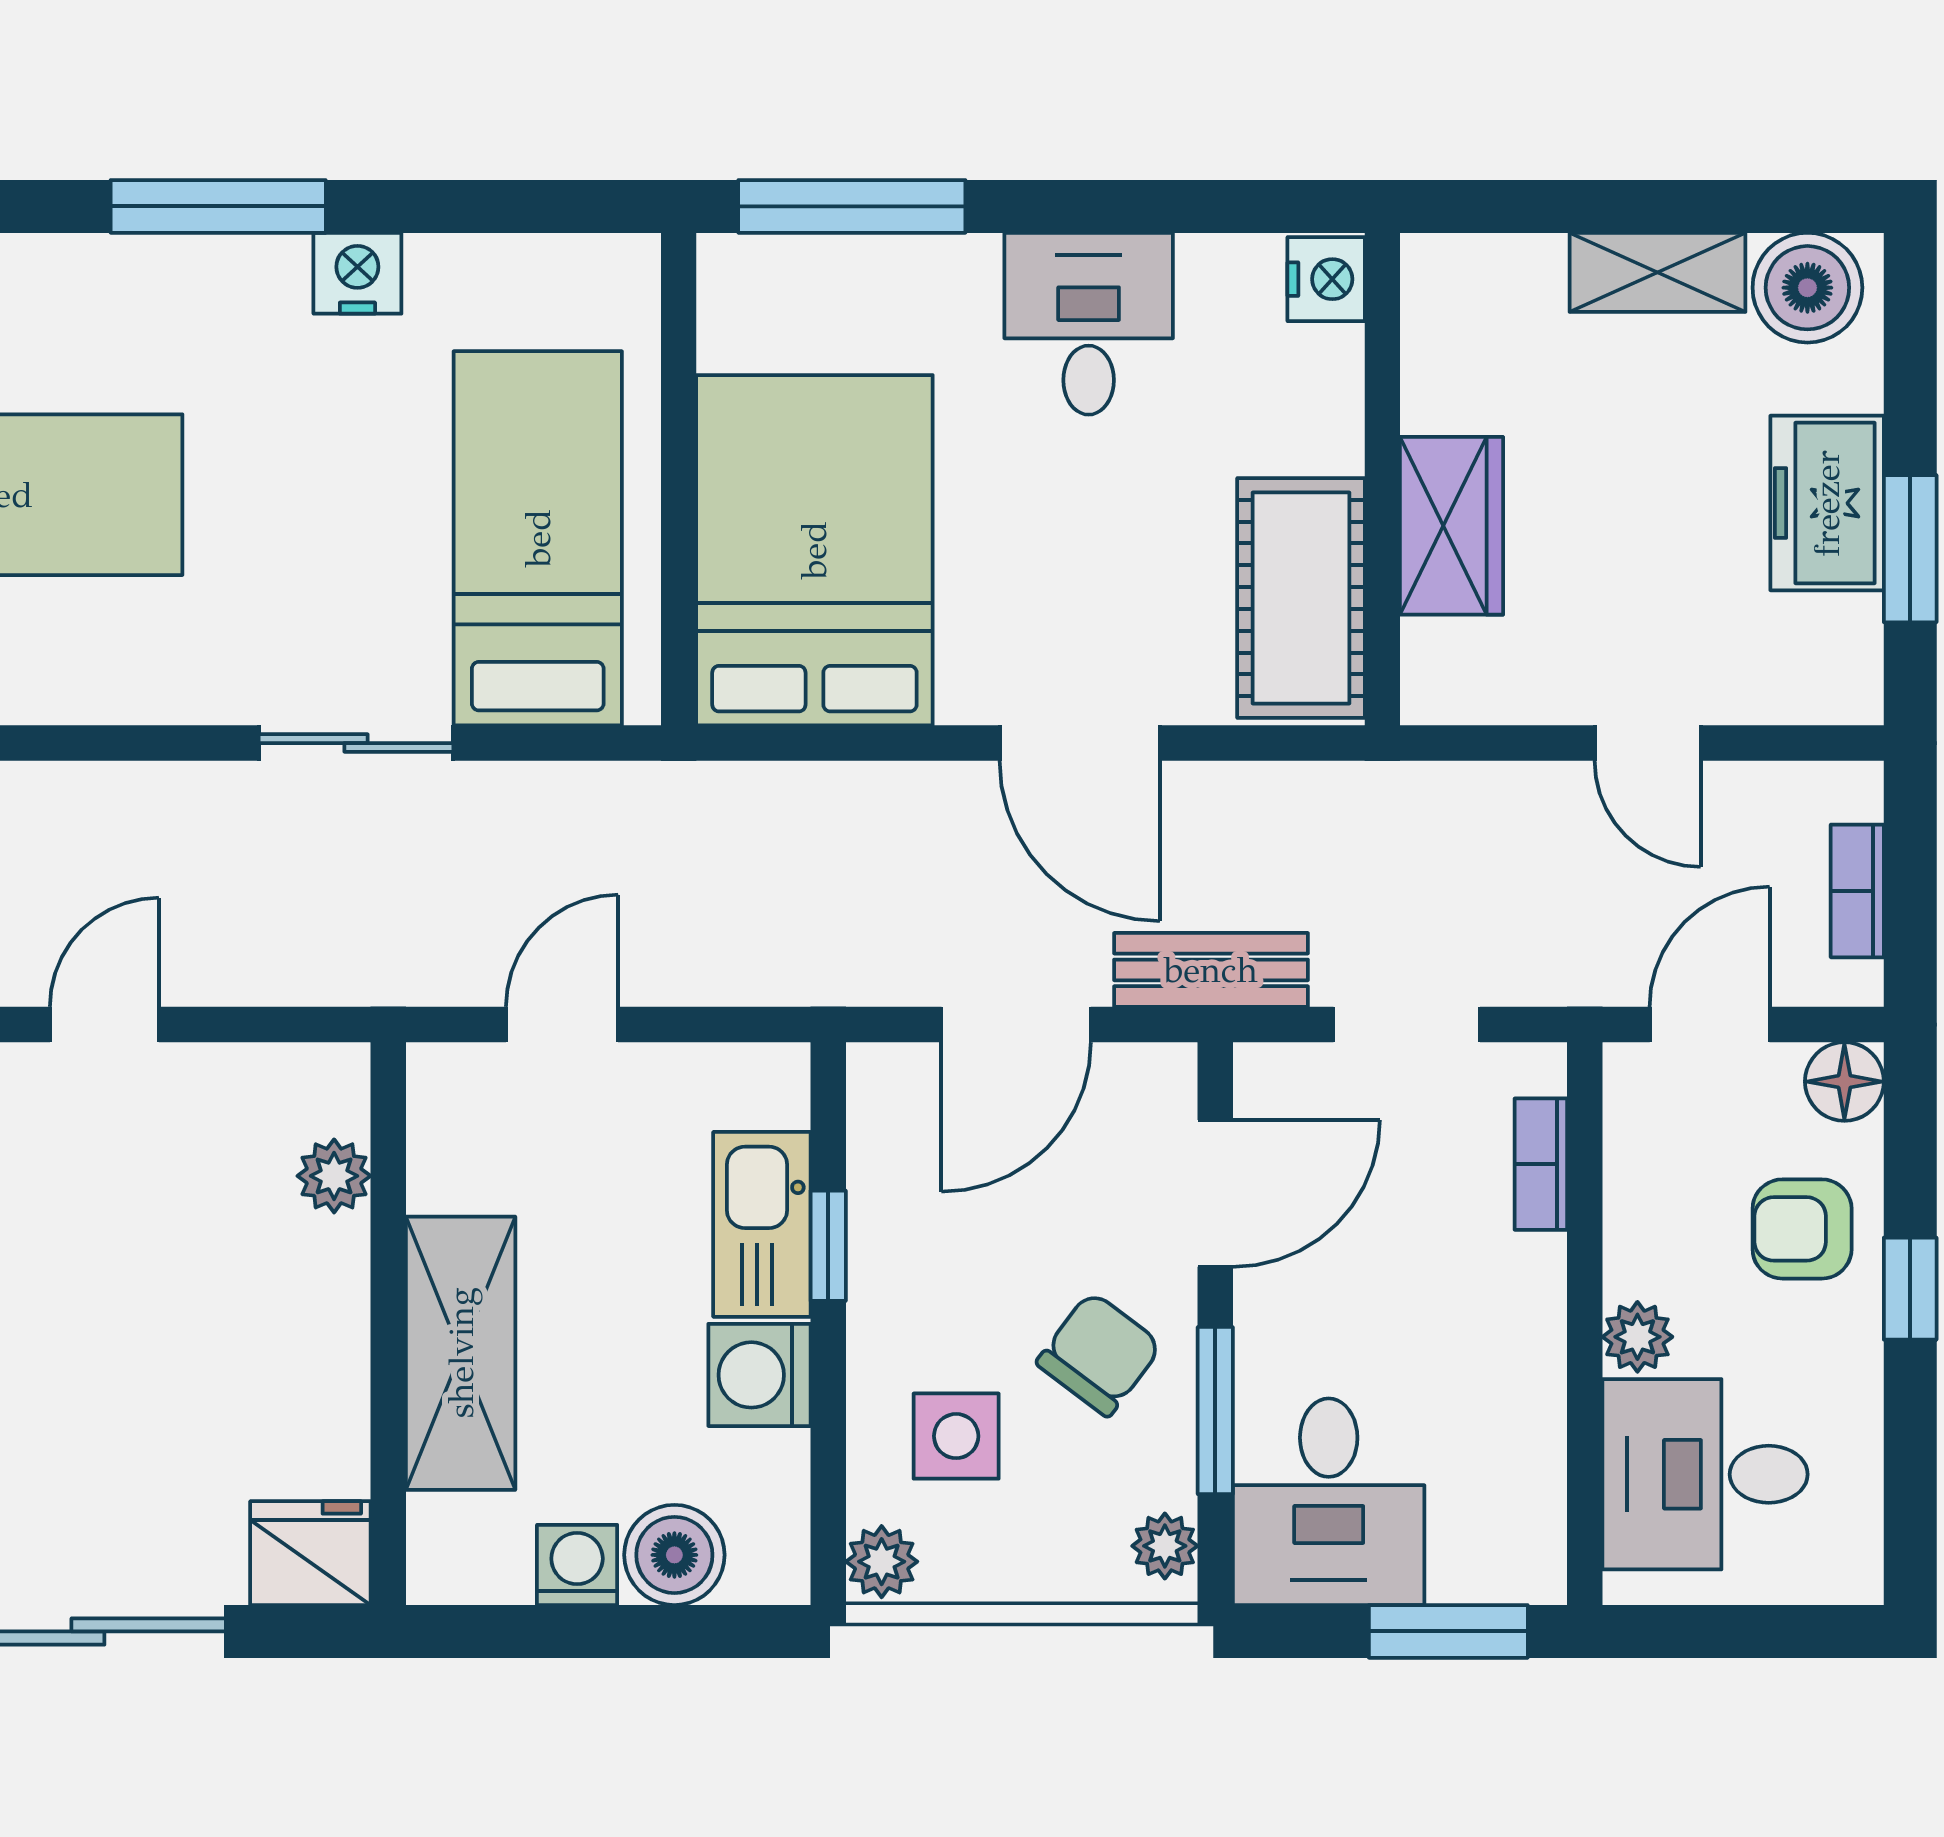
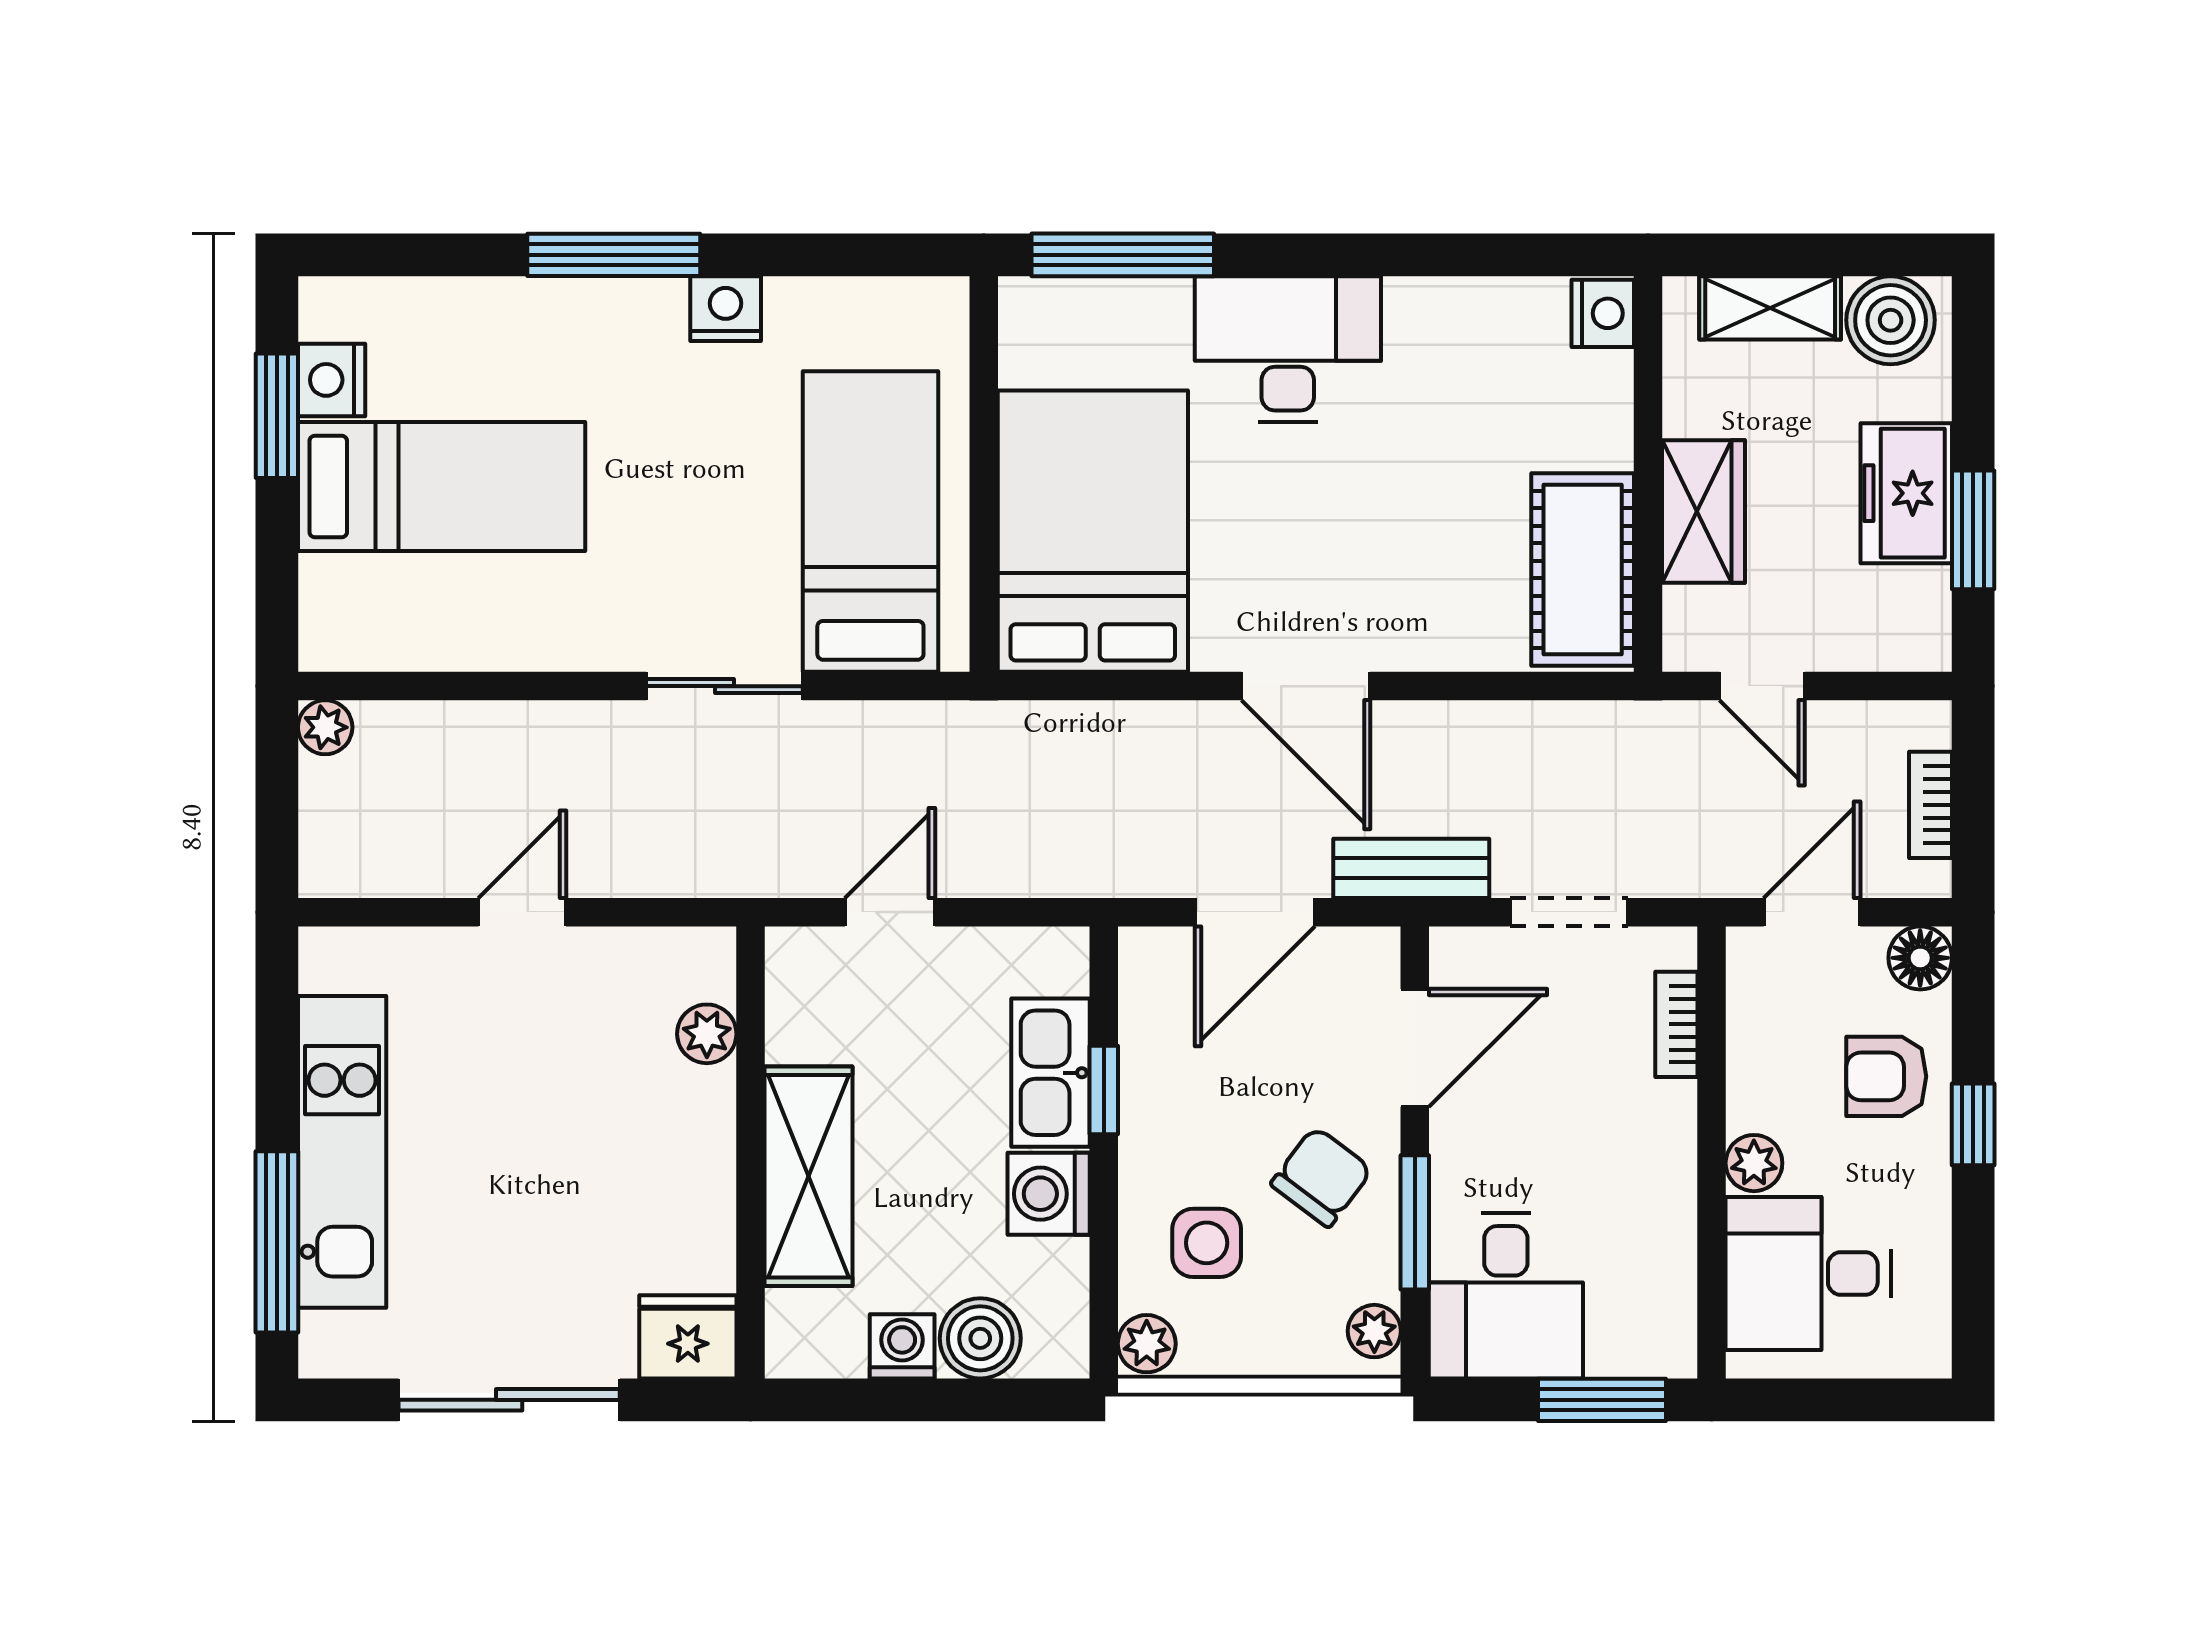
nightstand: (1326, 279) -> (1603, 313), moved
desk: (1089, 324) -> (1288, 349), width x1.37
wall: (1382, 479) -> (1648, 474), moved
wardrobe: (1451, 526) -> (1704, 511), moved
cot: (1301, 598) -> (1583, 569), moved

